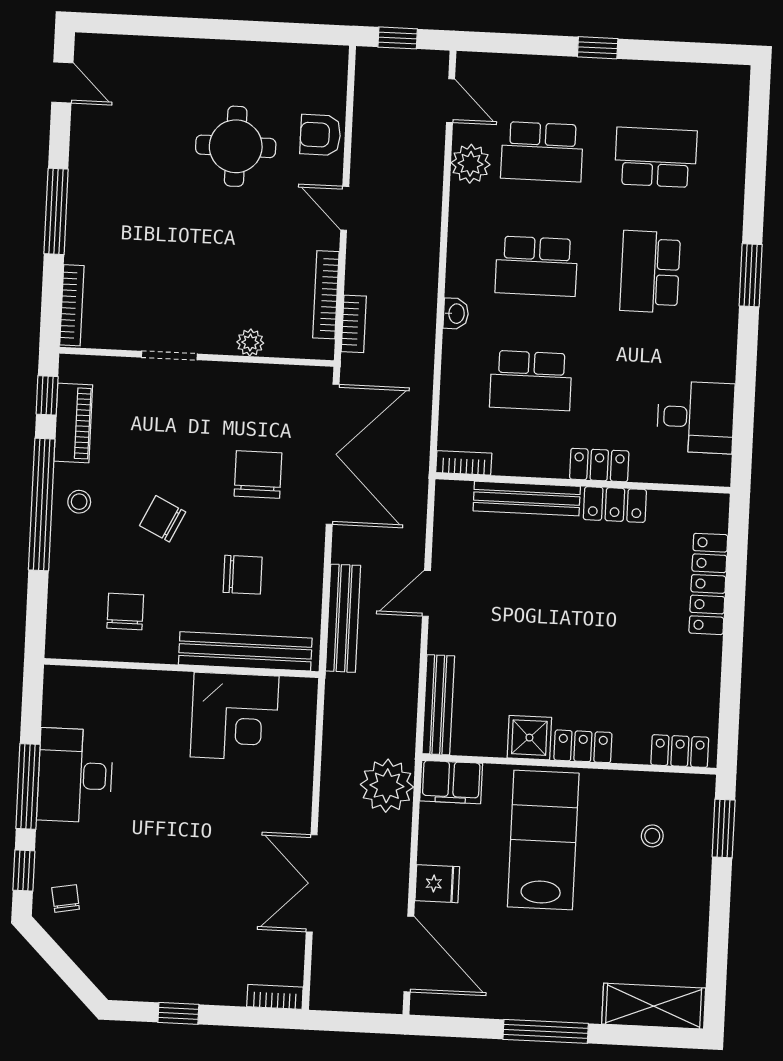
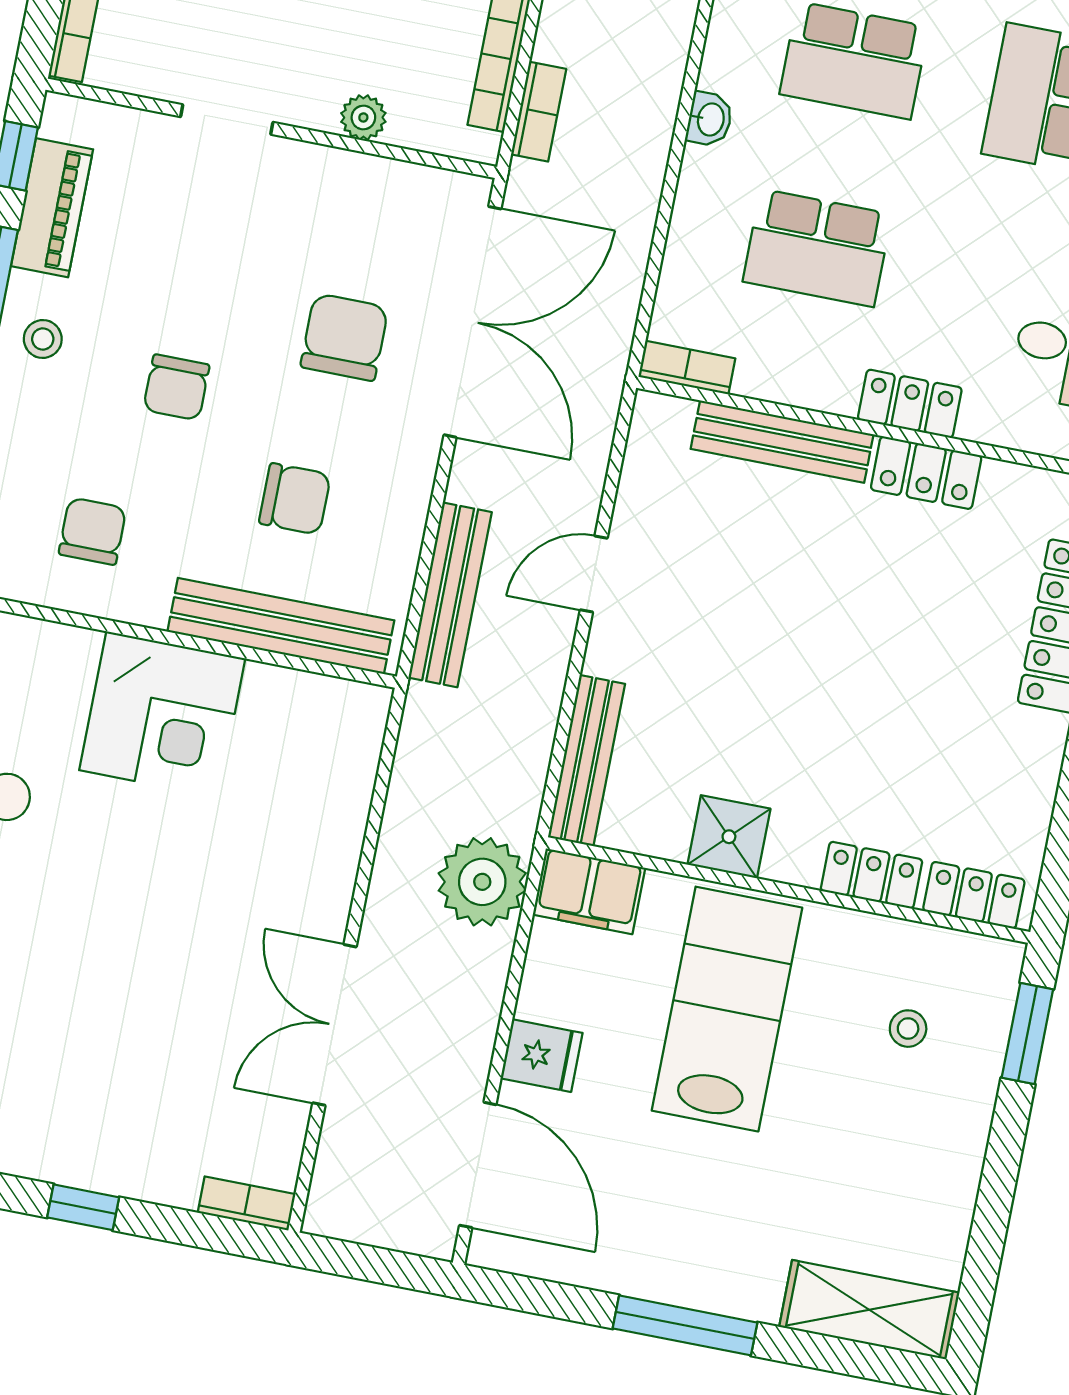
chair: (163, 519) -> (176, 387), turned -116
corner desk: (235, 717) -> (162, 714), moved
locker: (583, 746) -> (871, 875), moved

